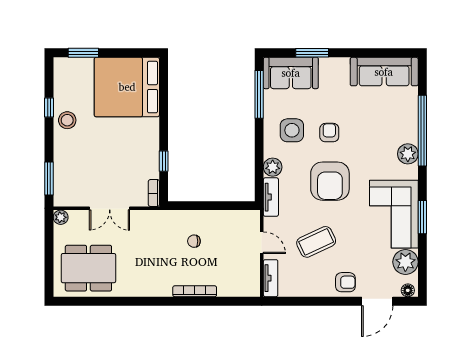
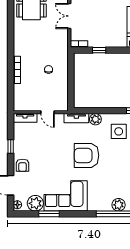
armchair: (329, 133) -> (117, 155), removed
plant: (408, 154) -> (119, 205), moved
window: (422, 217) -> (49, 214), moved
coffee table: (316, 242) -> (48, 147), removed
door: (262, 243) -> (48, 112), hinge flipped
window: (316, 301) -> (11, 147), added

